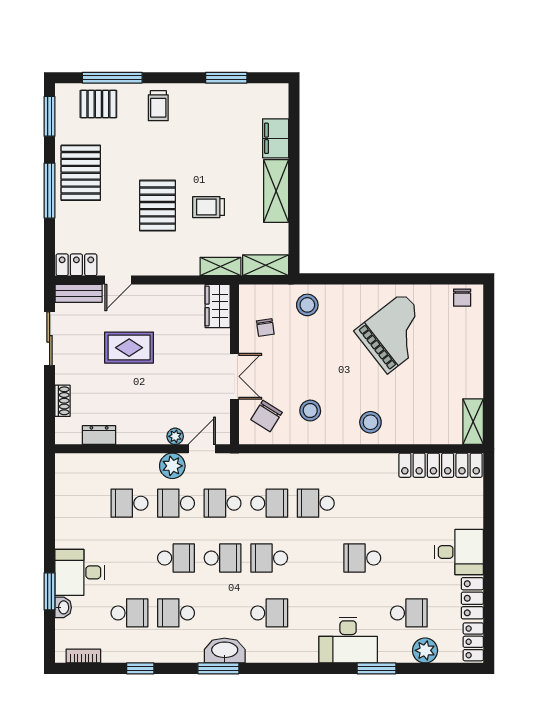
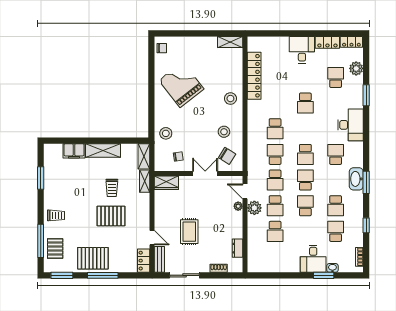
locker: (441, 465) -> (254, 76), moved
desk: (348, 640) -> (350, 125), moved

